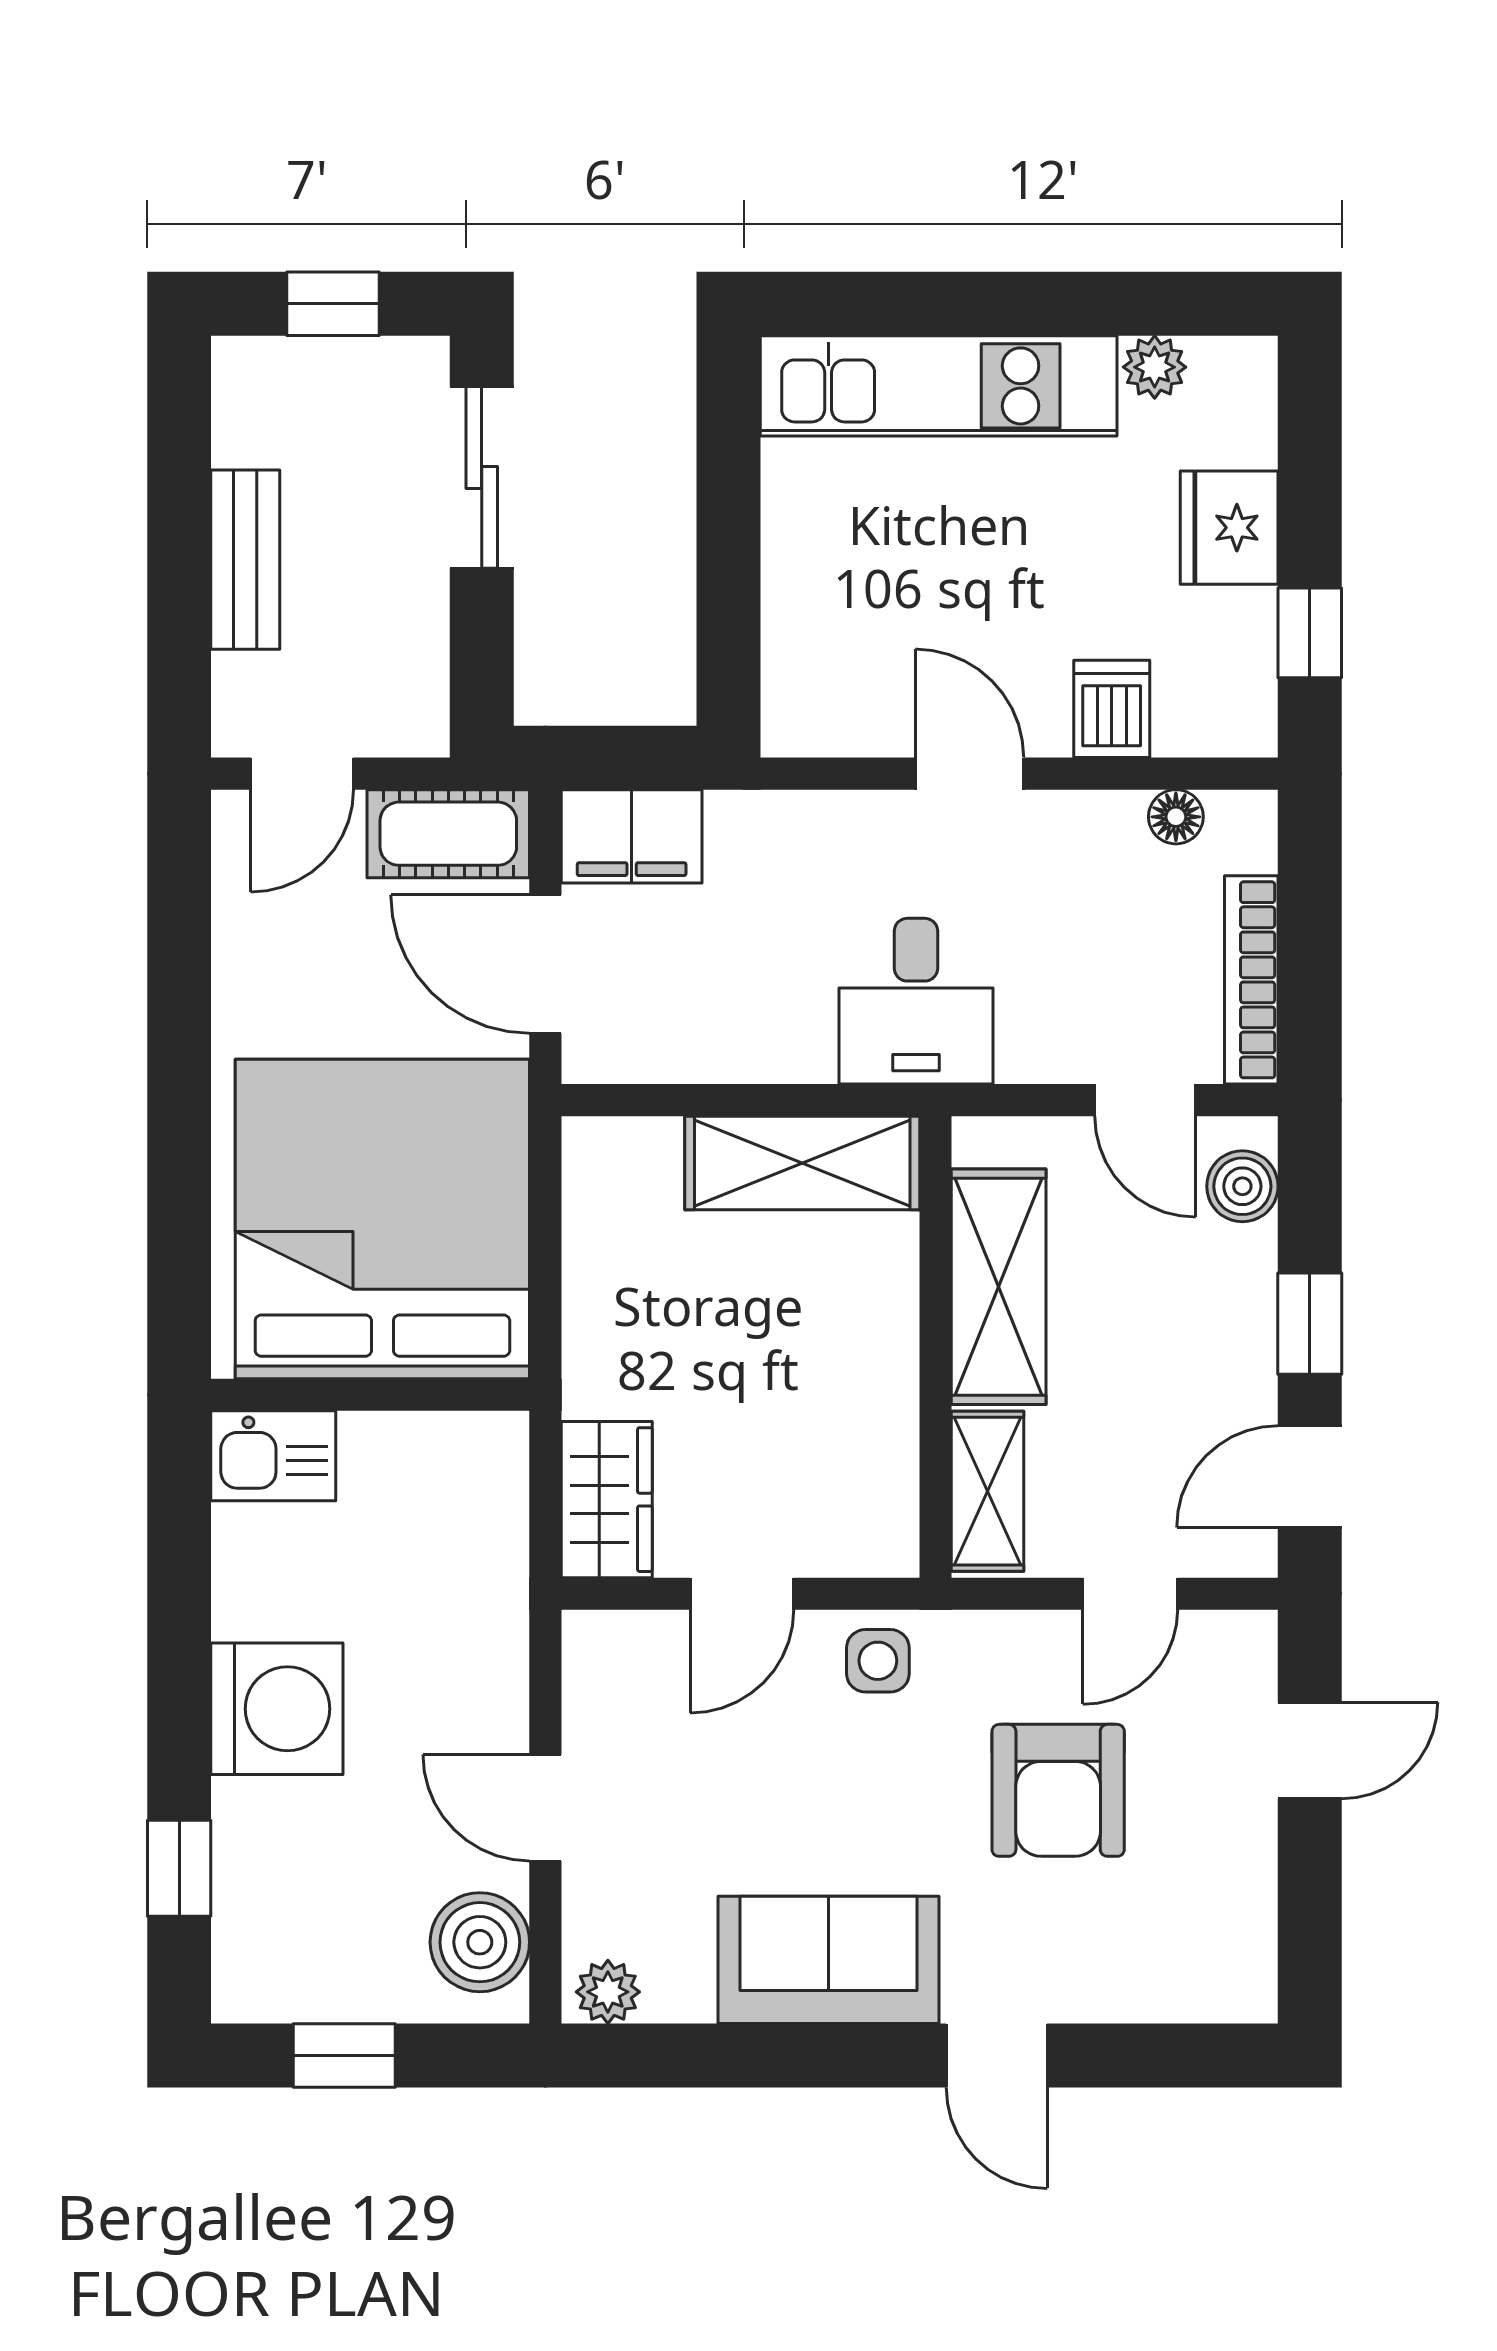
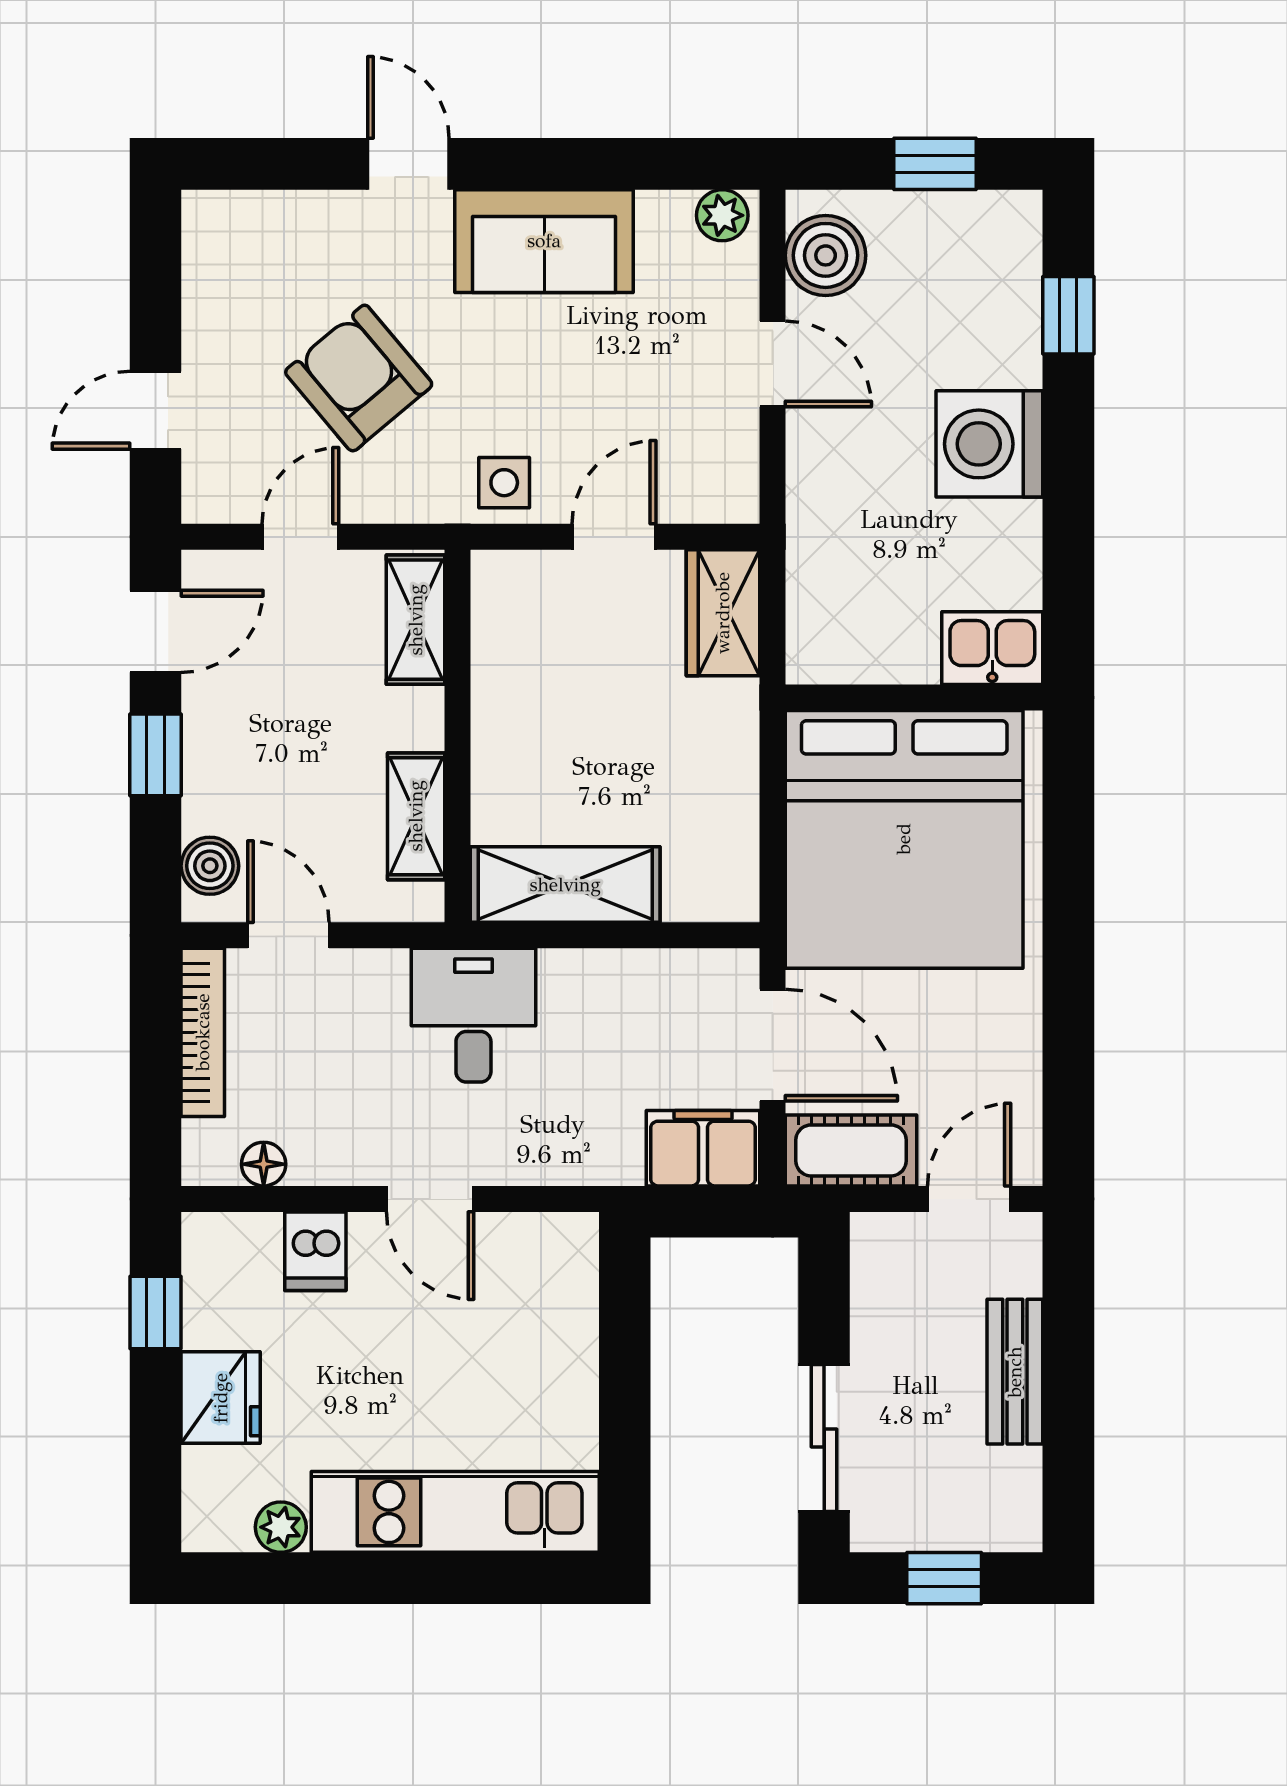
shelving: (999, 1287) -> (416, 816), width x0.67, depth x0.75
armchair: (1058, 1790) -> (359, 378), turned -40

